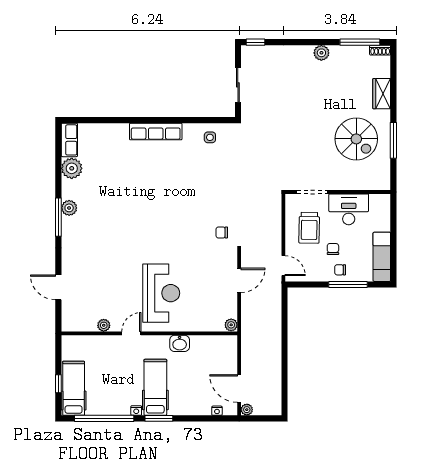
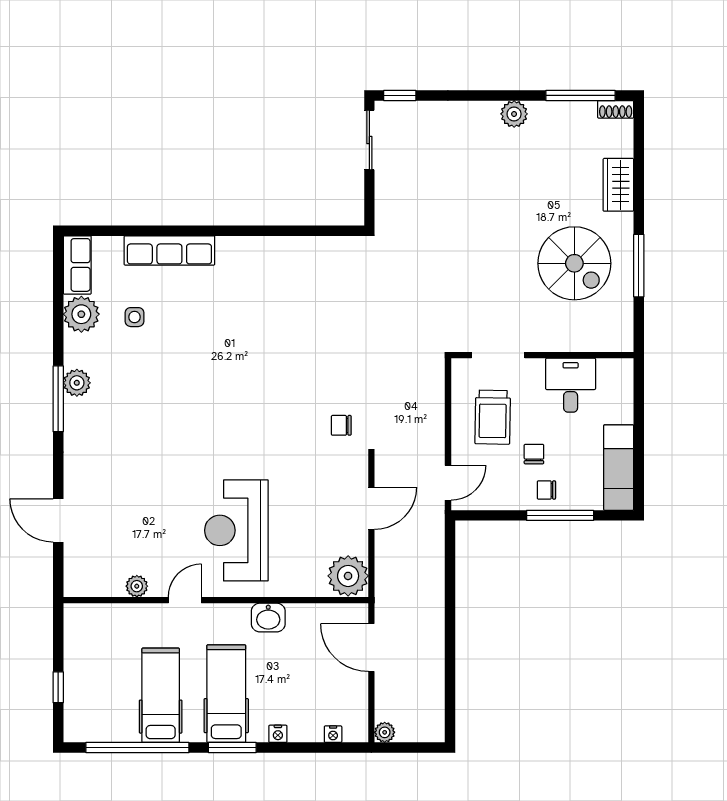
sliding door: (238, 85) -> (369, 140), moved
row of seats: (156, 132) -> (169, 250), moved
side table: (210, 137) -> (135, 317), moved
desk: (349, 209) -> (571, 385), width x0.73
door: (283, 266) -> (448, 483), hinge flipped
reception desk: (161, 293) -> (236, 530), turned 180
plant: (231, 325) -> (348, 576), width x1.88, depth x1.88
hospital bed: (74, 388) -> (161, 695), moved
door: (239, 389) -> (371, 648), moved
nightstand: (136, 411) -> (278, 734), moved

